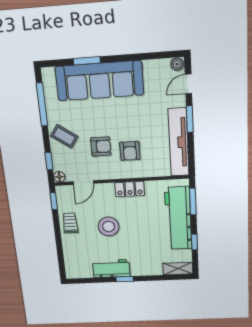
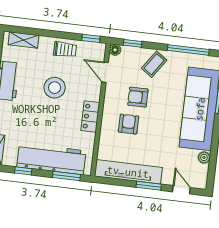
plant: (177, 64) -> (204, 157), moved
armchair: (101, 146) -> (138, 97), turned 90
armchair: (130, 151) -> (128, 124), turned 90
shelving: (70, 261) -> (23, 40), added

